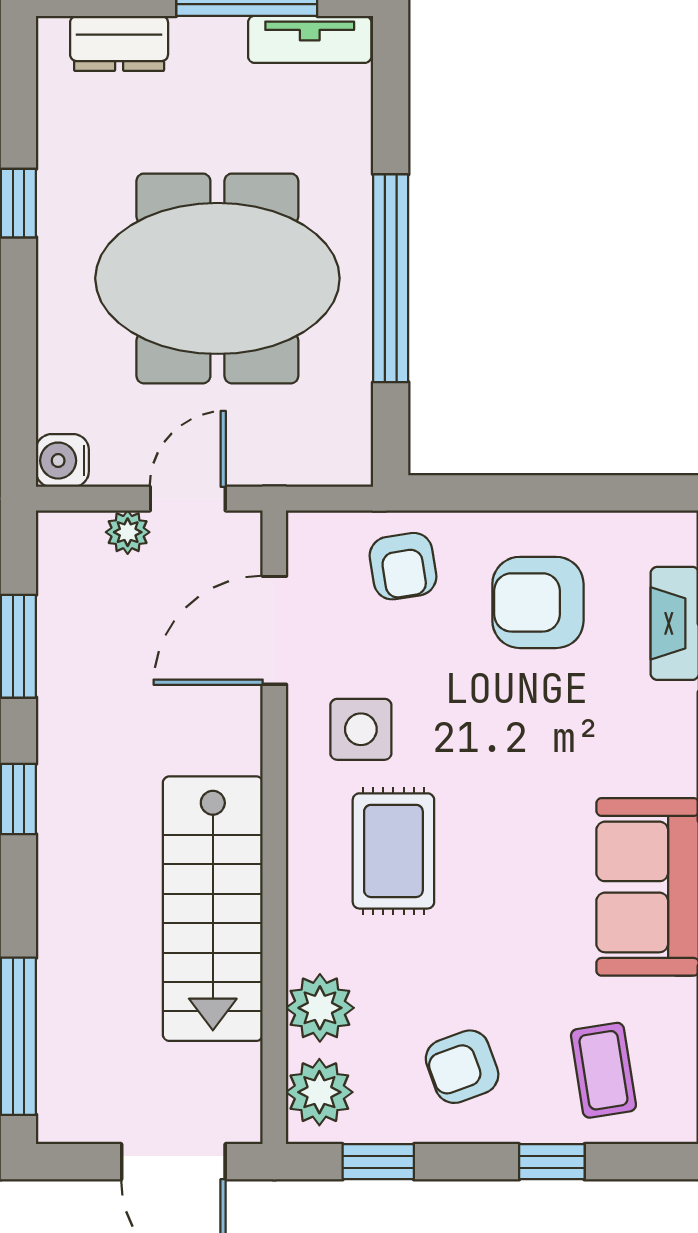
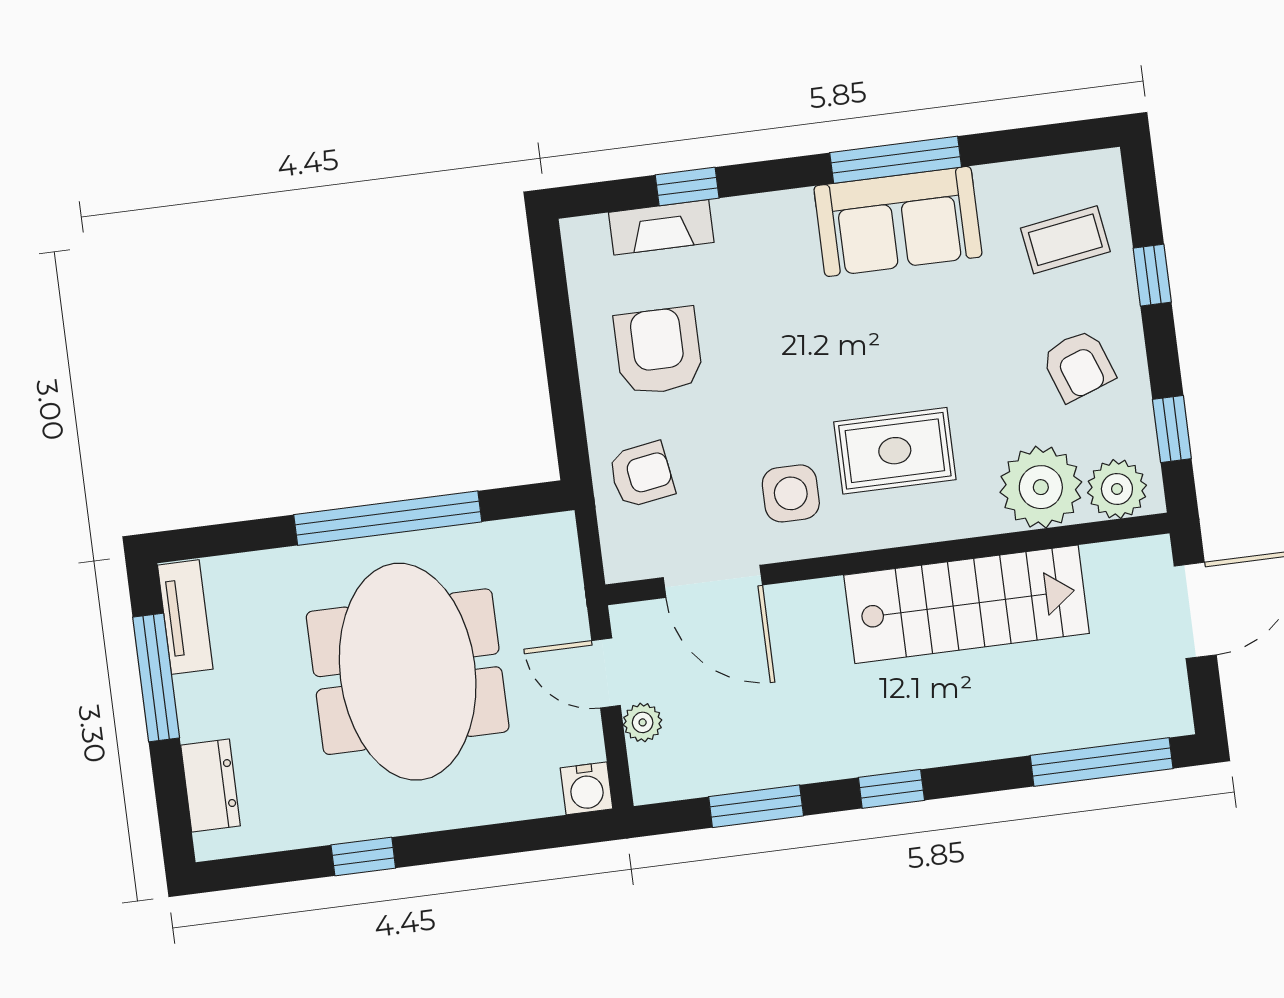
armchair: (538, 602) -> (658, 351), turned 180
plant: (320, 1008) -> (1041, 487), width x1.36, depth x1.36

